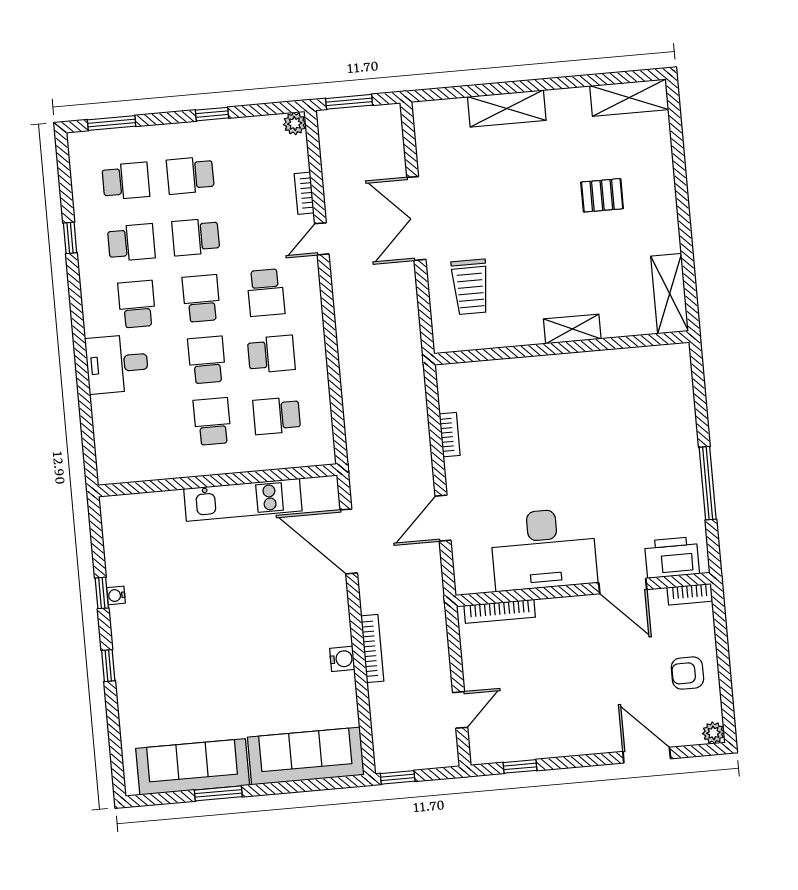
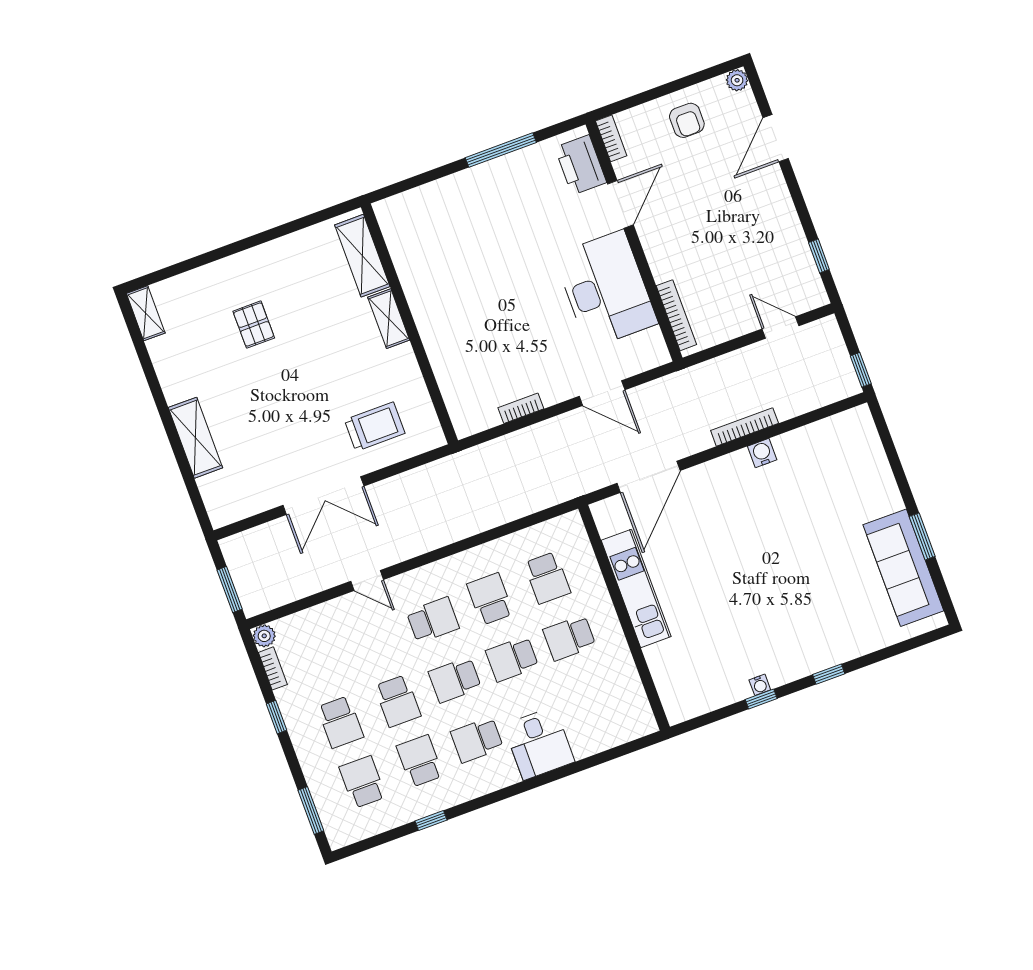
shelving: (629, 98) -> (146, 313), width x0.67, depth x0.75
bookcase: (304, 193) -> (273, 668), moved, turned -90
shelving: (670, 294) -> (362, 256), moved, turned 90
sofa: (306, 756) -> (864, 463), removed

